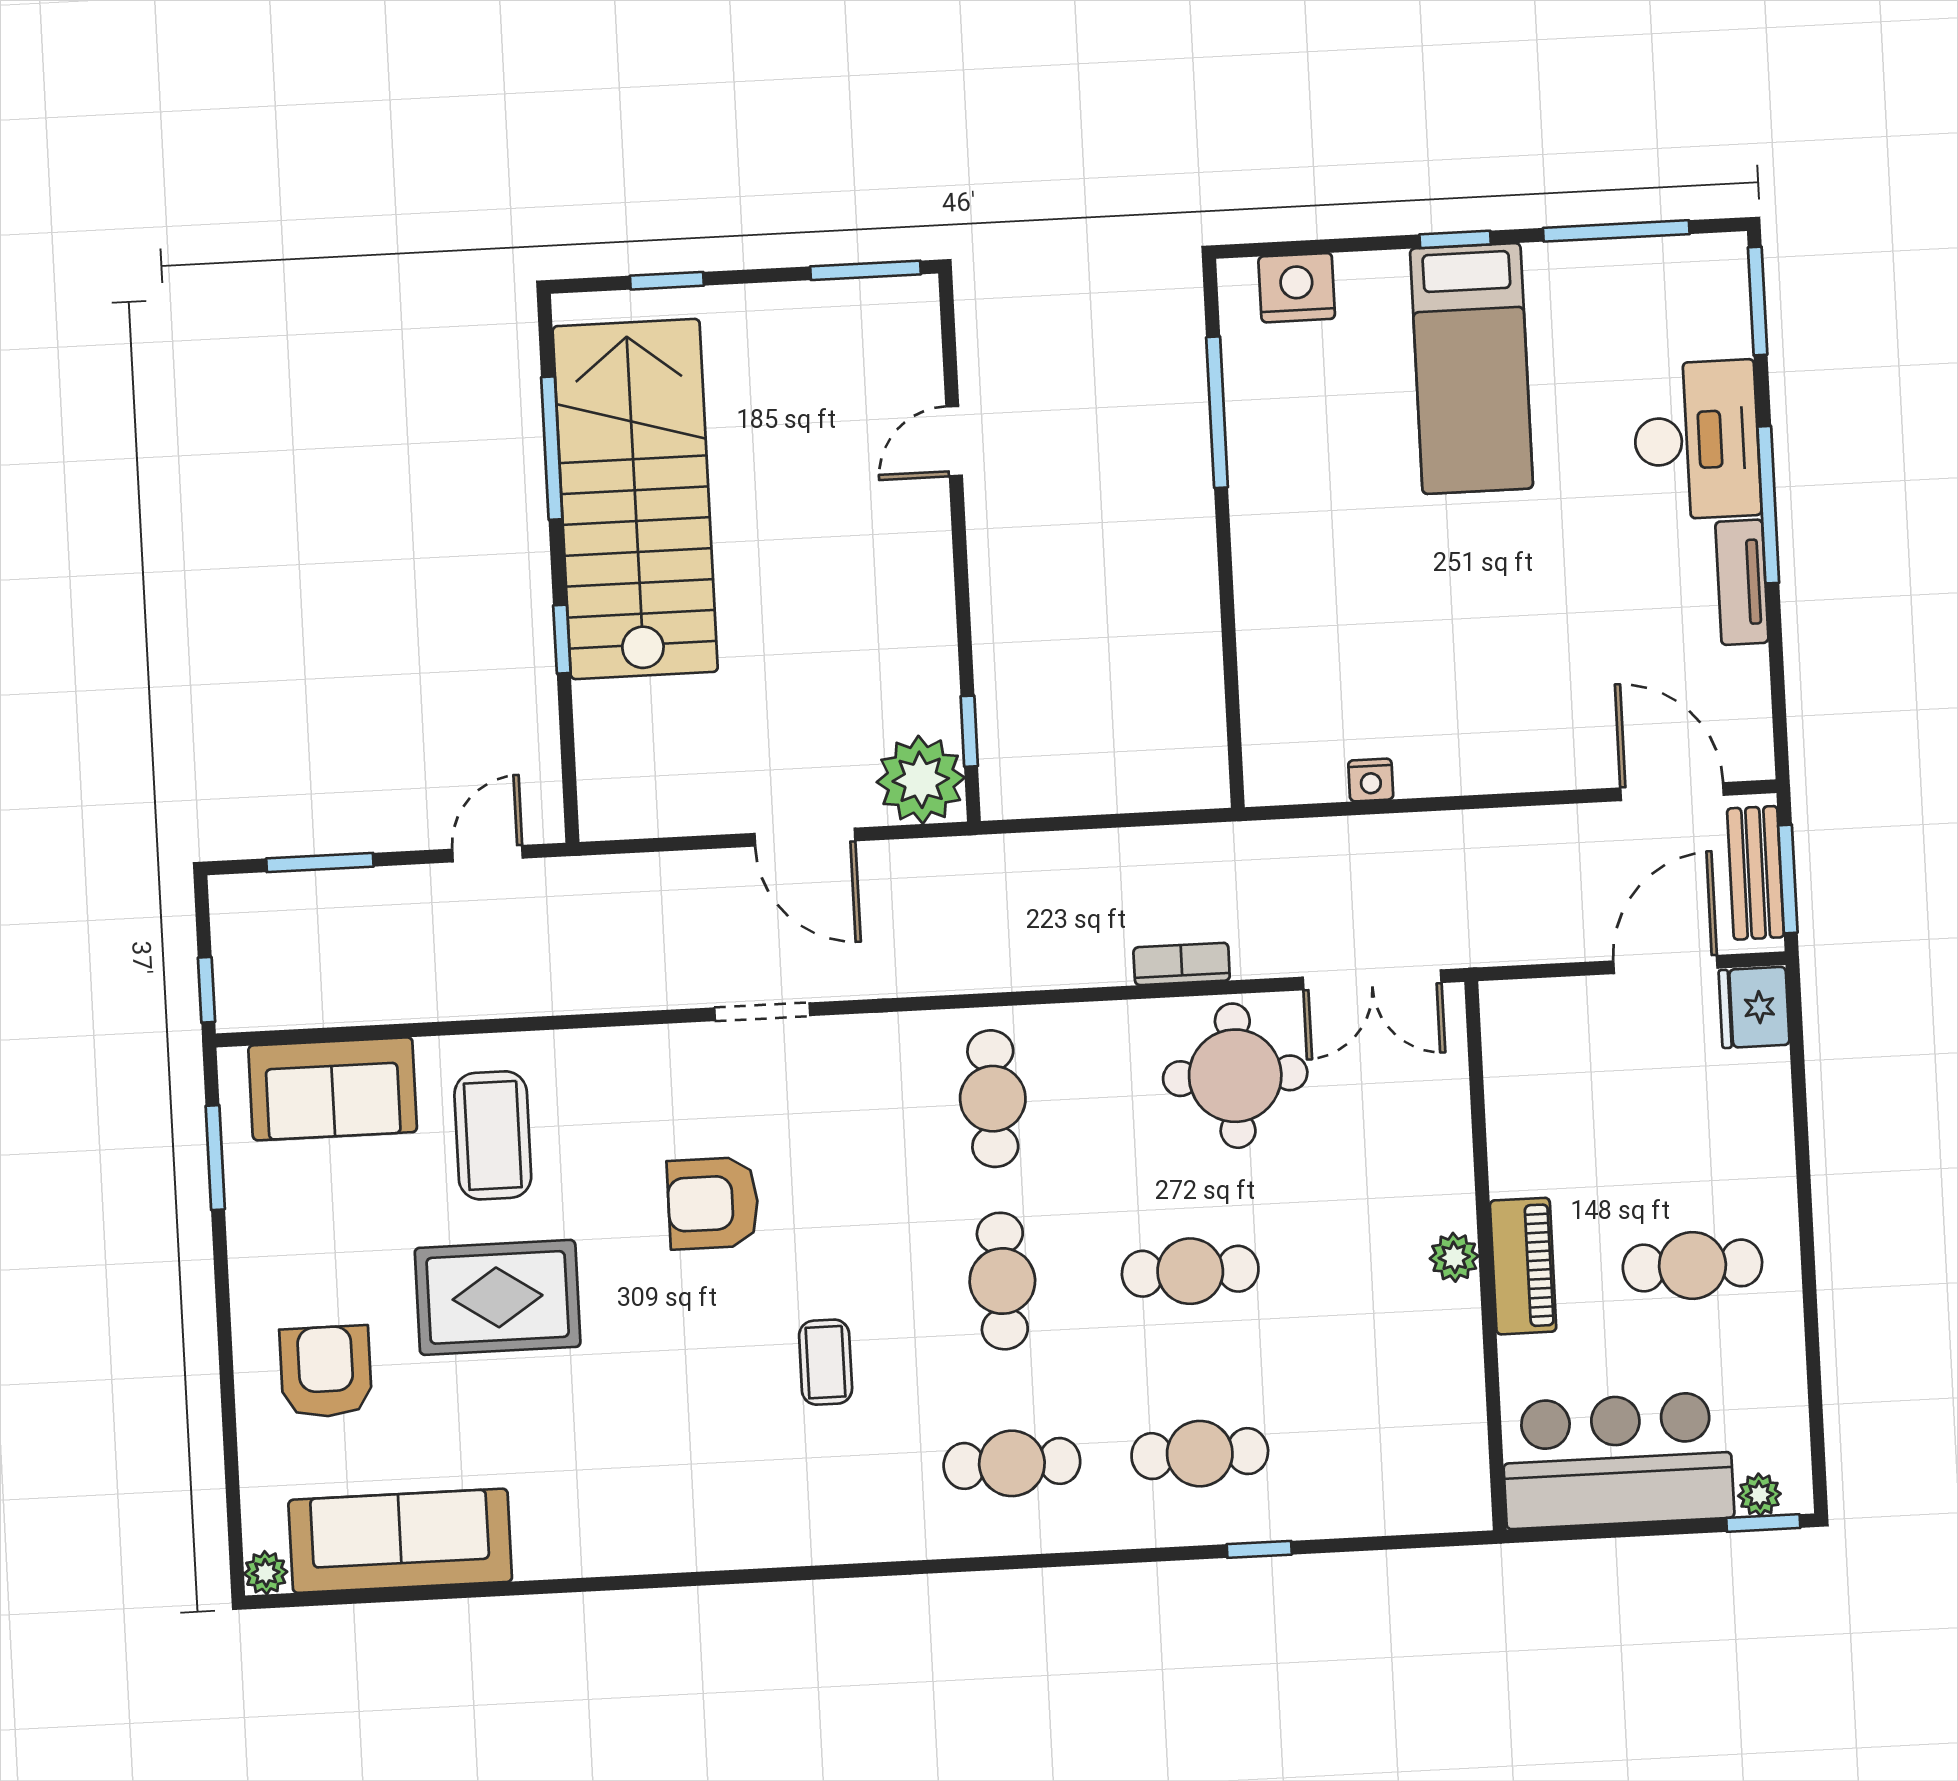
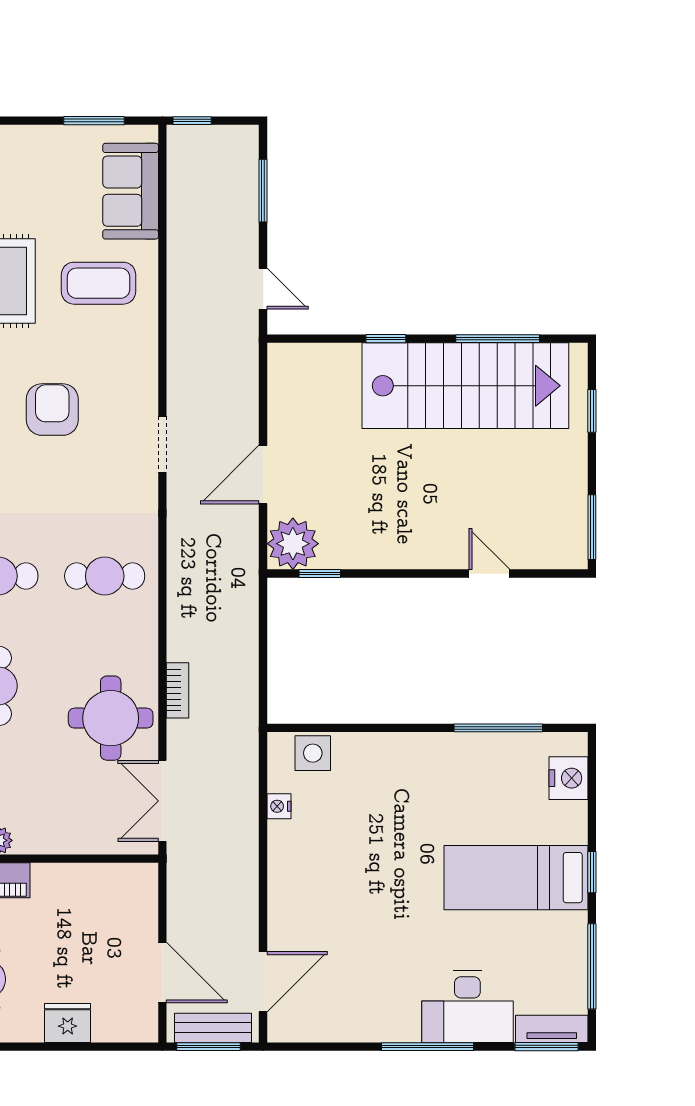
tv unit: (1742, 582) -> (552, 1029), moved
side table: (1277, 727) -> (313, 753), added
fridge: (1754, 1007) -> (68, 1023), moved

